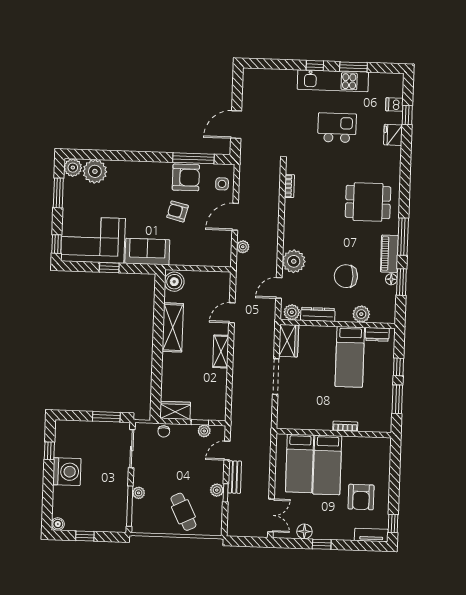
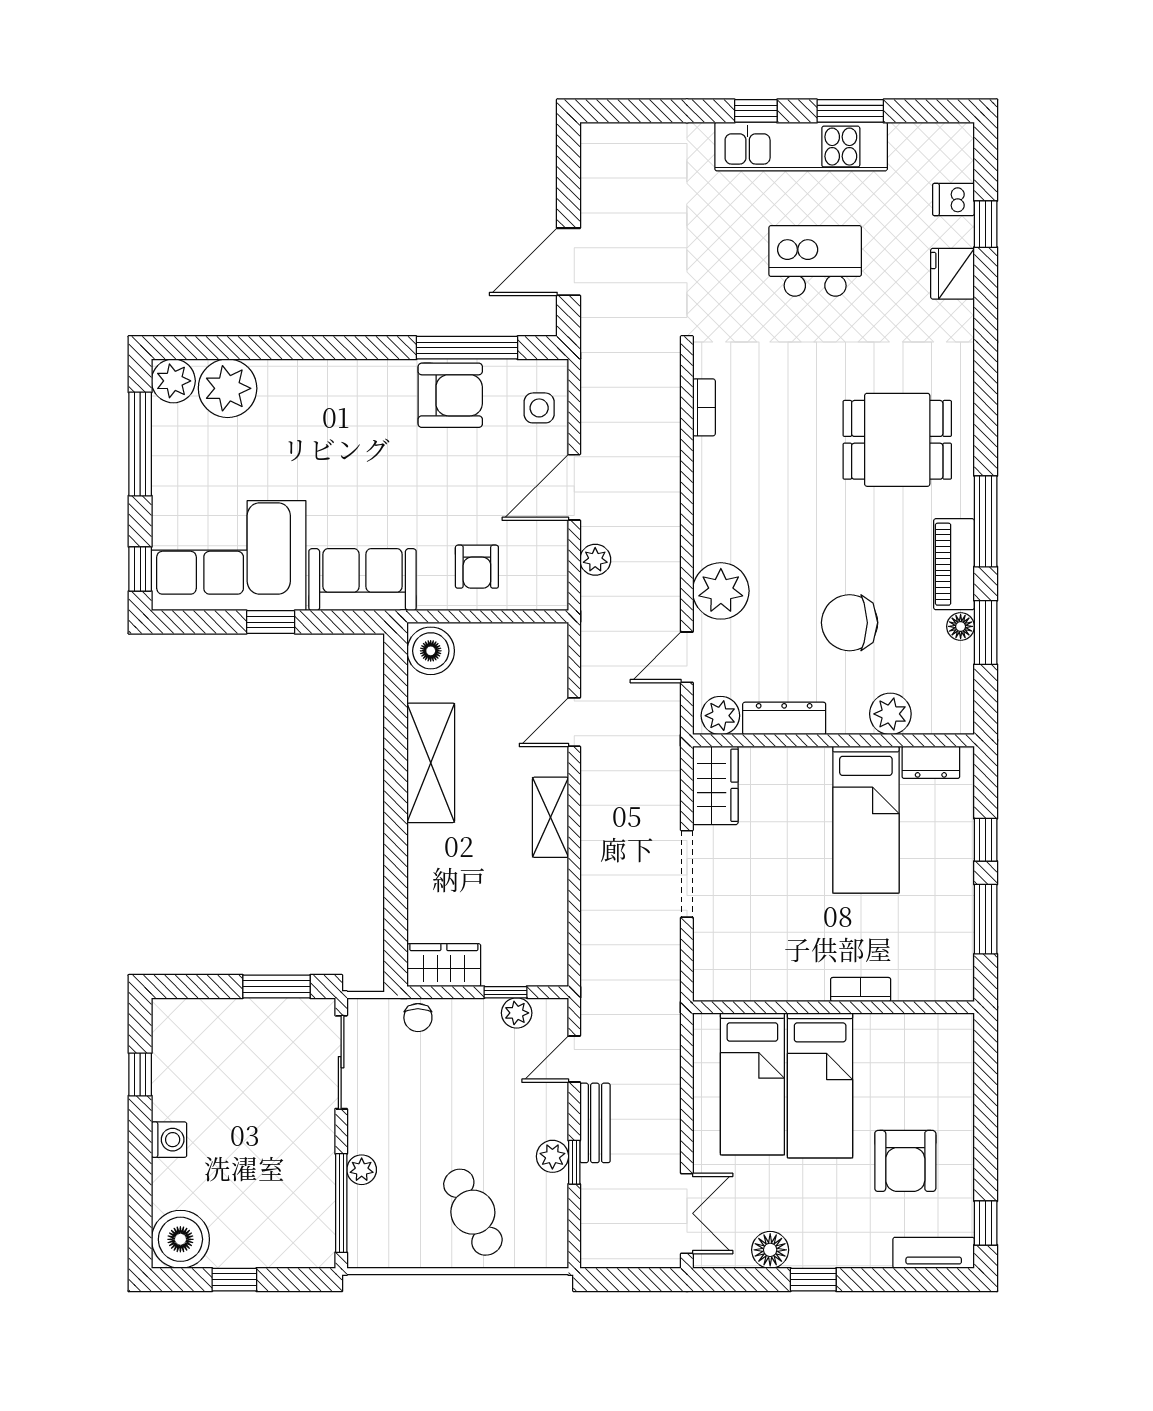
window: (58, 193) -> (140, 444), width x1.44
armchair: (178, 211) -> (477, 567), moved, turned -104
washing machine: (67, 472) -> (169, 1140), width x0.53, depth x0.53
boiler: (58, 524) -> (180, 1239), width x1.86, depth x1.86

